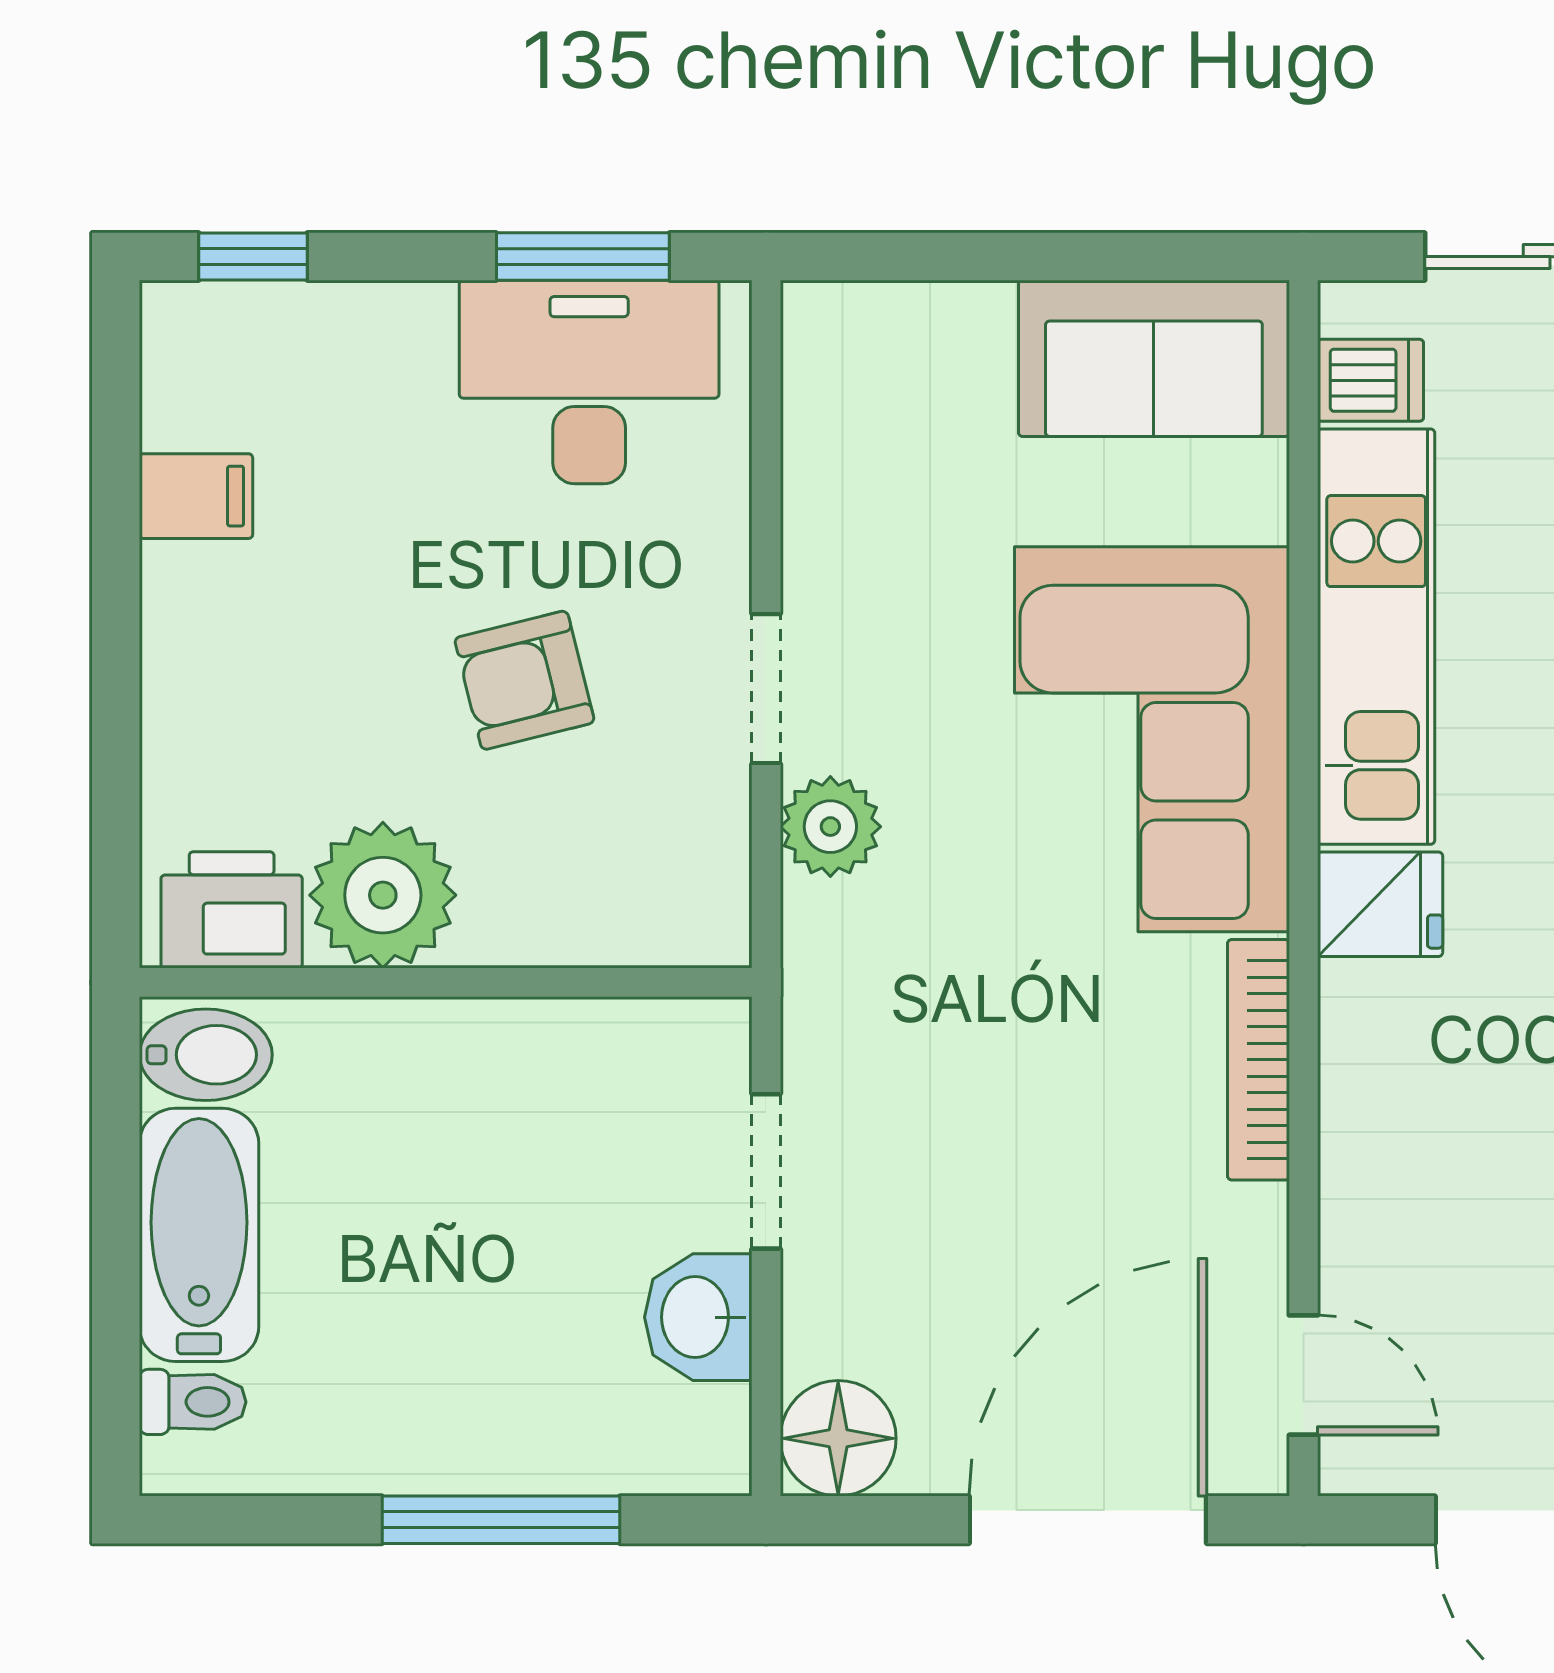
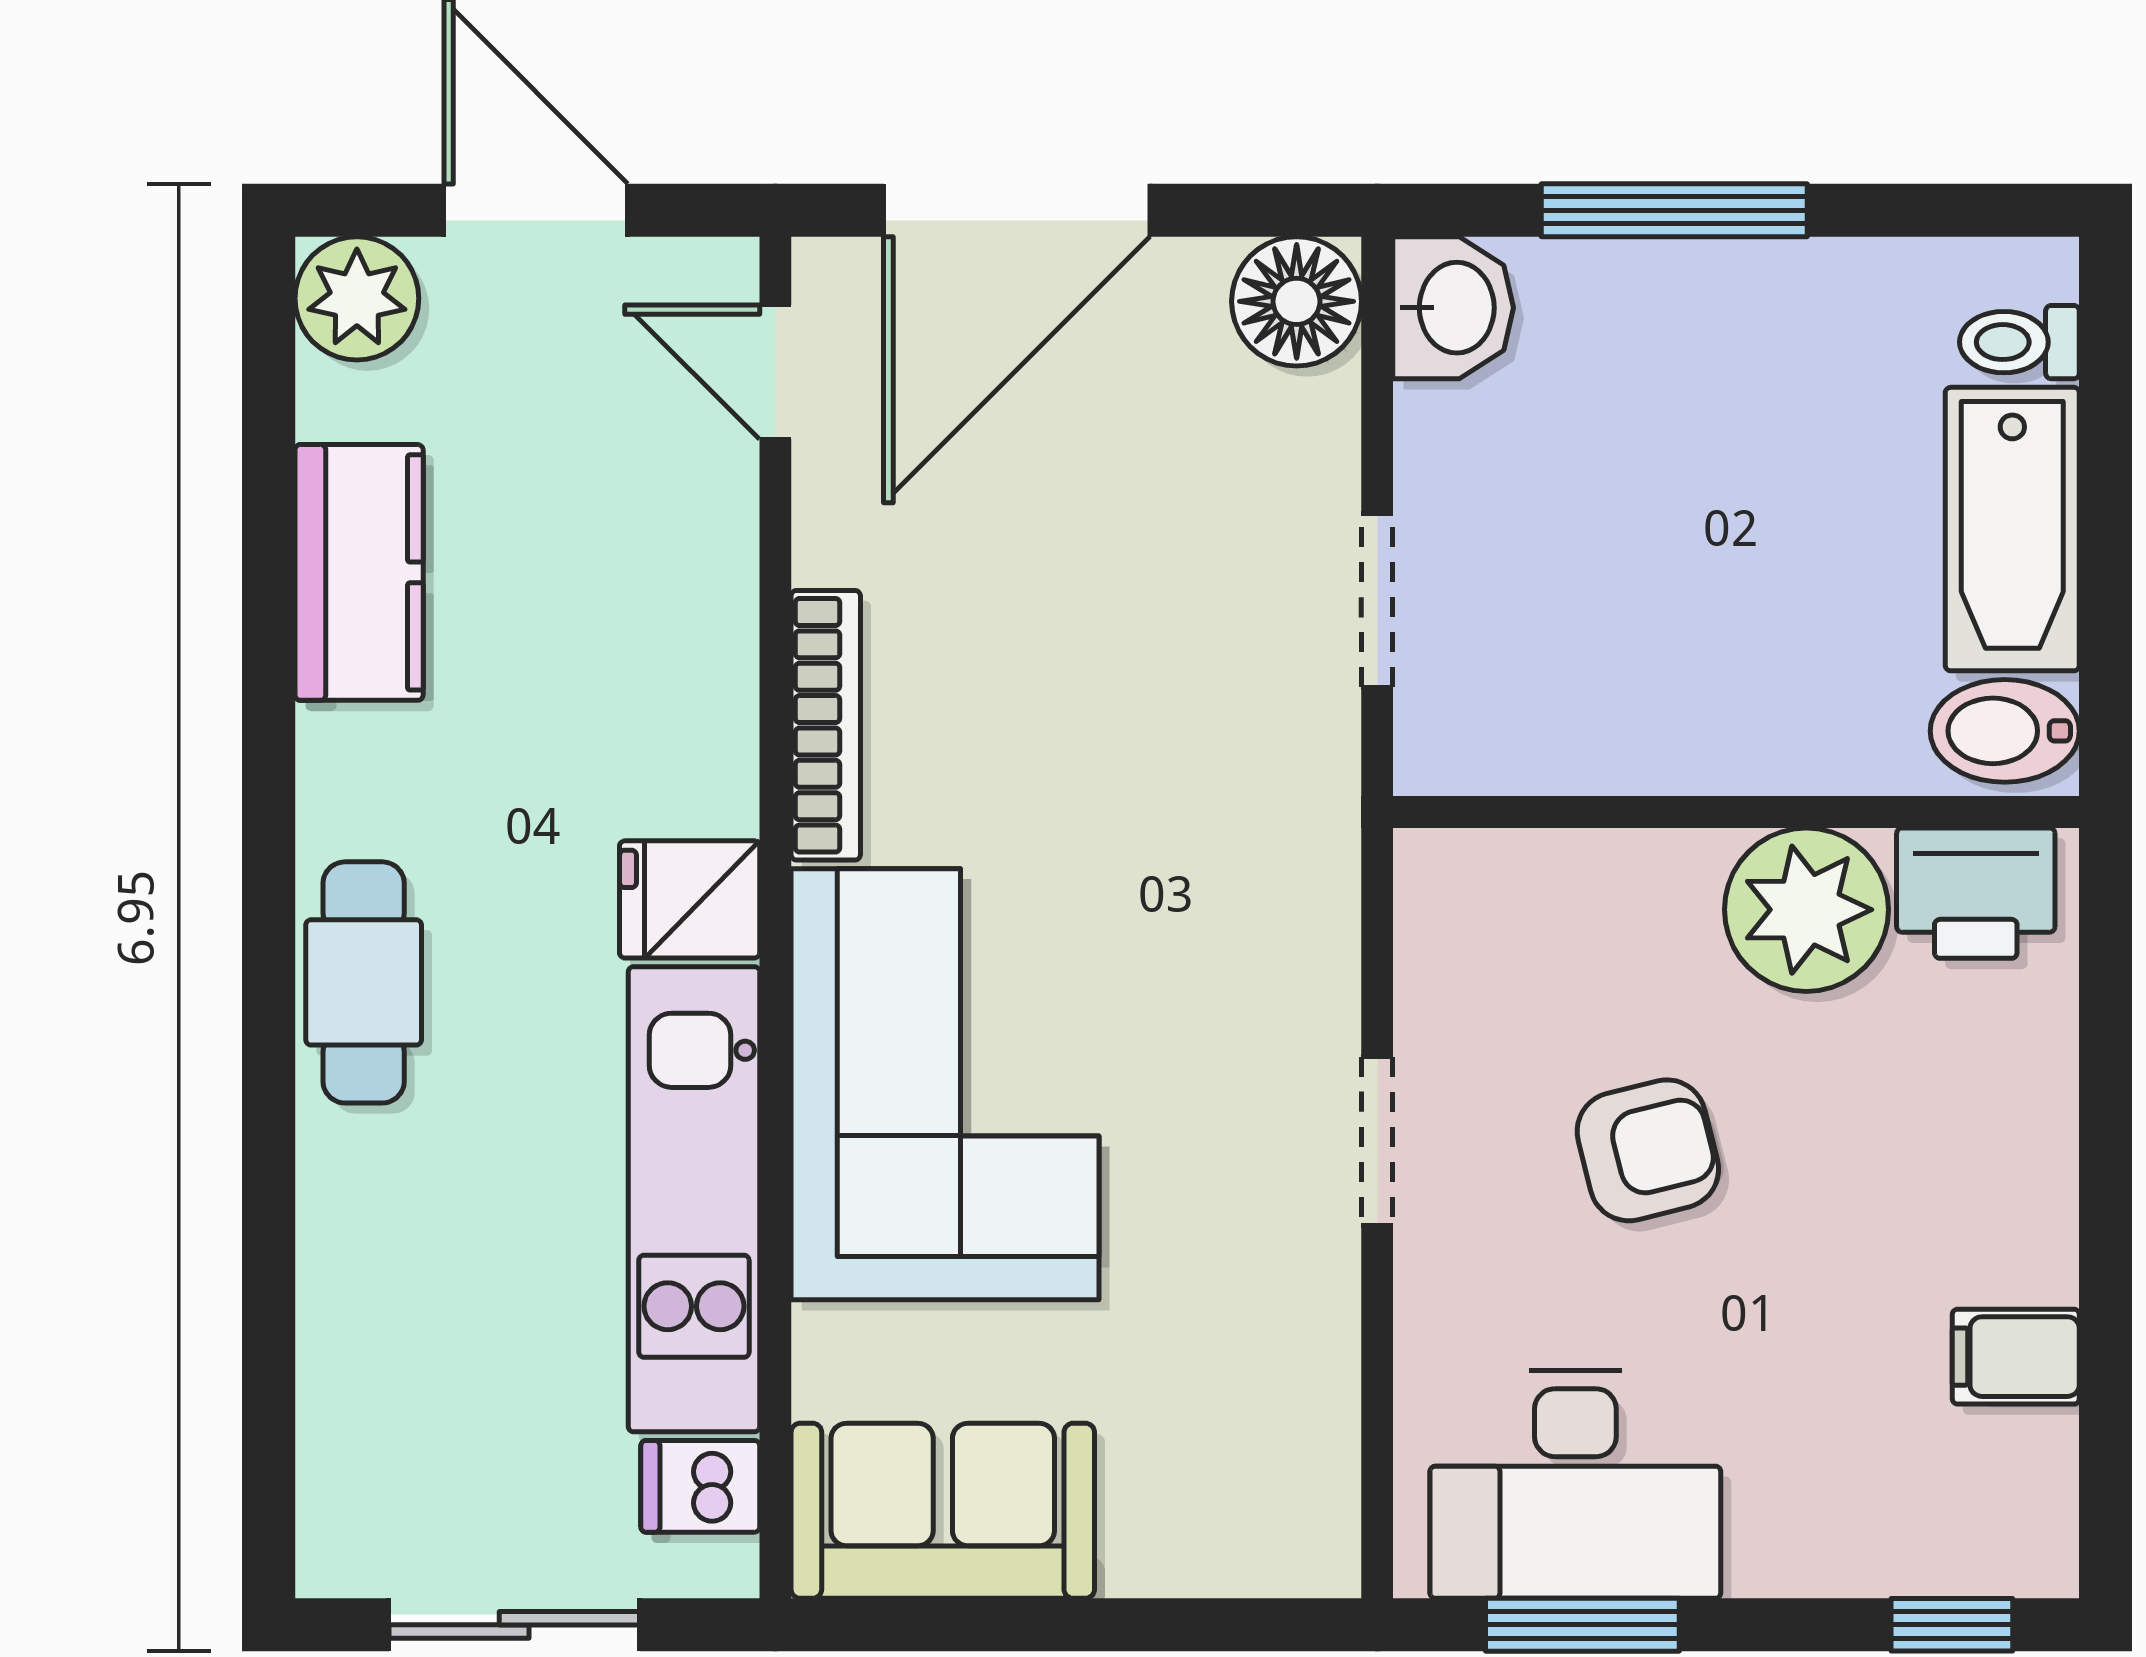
plant: (830, 827) -> (1305, 986), removed
washbasin: (698, 1317) -> (1453, 308), moved

